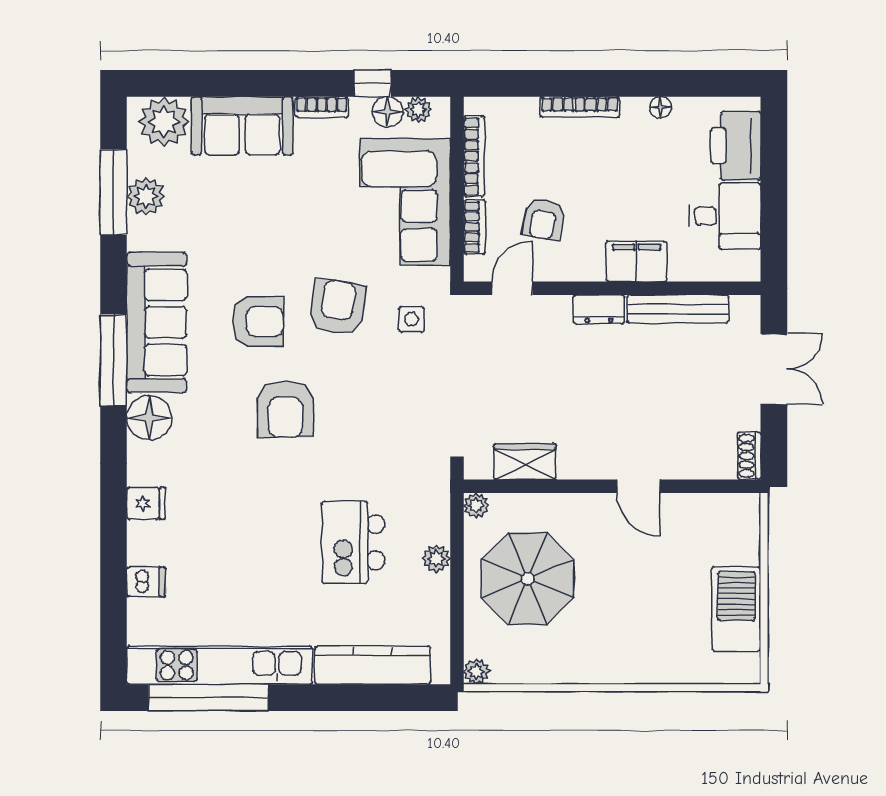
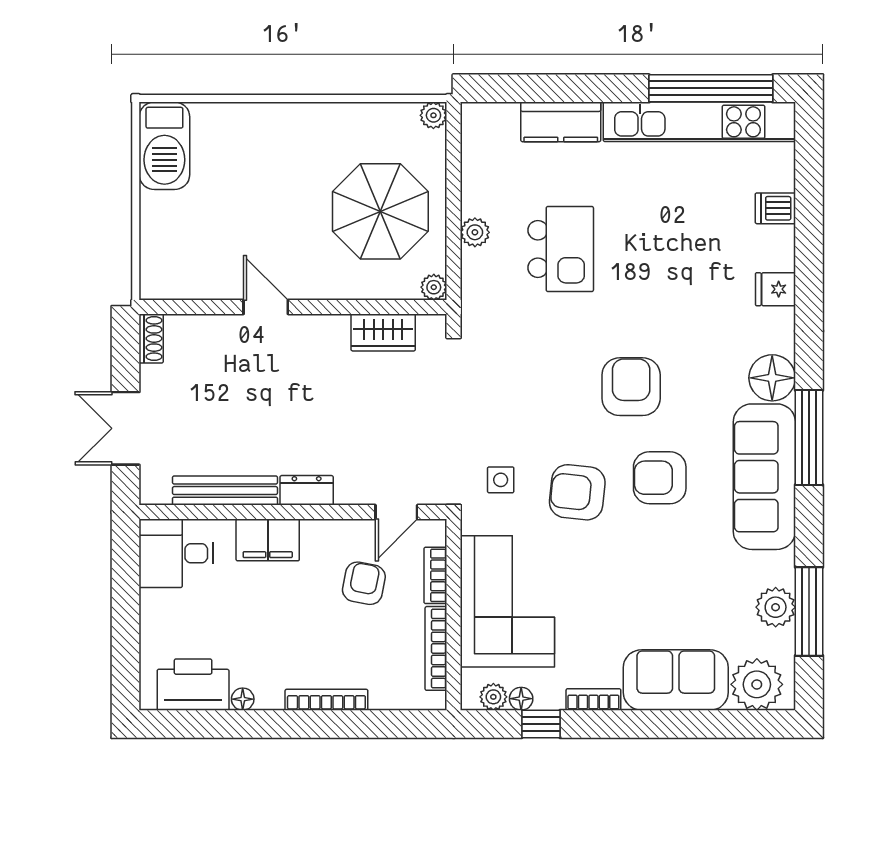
floor lamp: (387, 112) -> (521, 699), width x0.73, depth x0.73
printer: (736, 146) -> (193, 685), moved, turned -90
desk: (725, 216) -> (176, 553), moved
armchair: (337, 307) -> (577, 492), turned 88
barbecue: (736, 609) -> (164, 146), moved
kitchen counter: (373, 665) -> (561, 122), width x0.67

